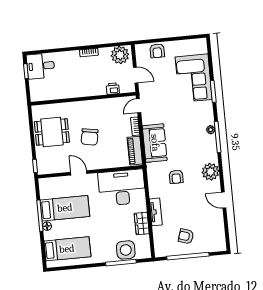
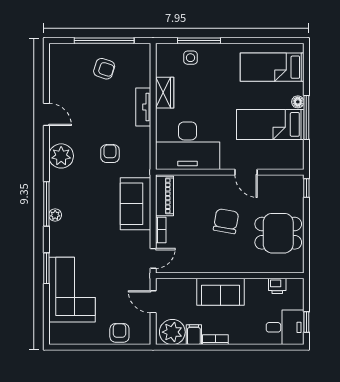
filing cabinet: (105, 55) -> (194, 335), added
sofa: (89, 87) -> (220, 292), added
printer: (113, 89) -> (277, 286), moved
side table: (126, 250) -> (190, 58), width x0.54, depth x0.54

